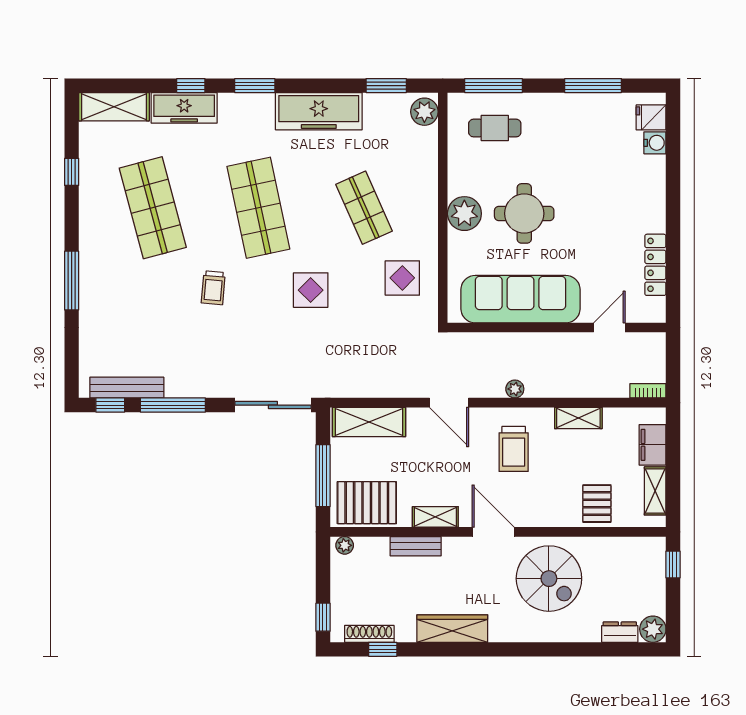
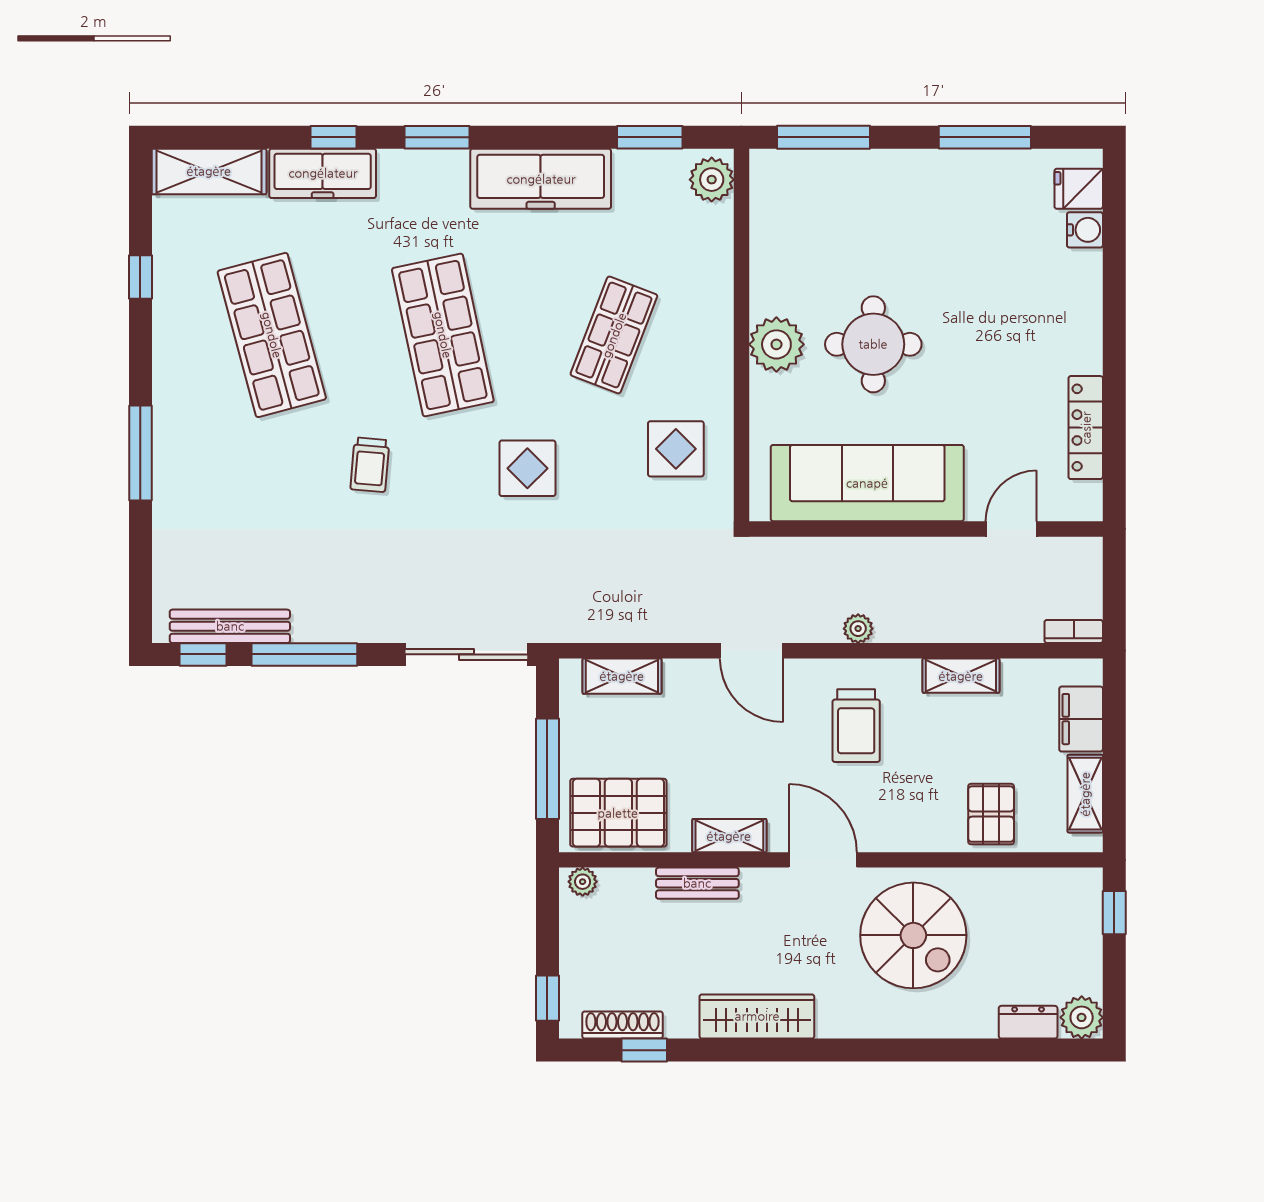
cafe table: (495, 128) -> (826, 206), removed
shop shelf: (364, 208) -> (614, 335), turned 45
shelving: (369, 422) -> (622, 676), width x0.67, depth x0.75

